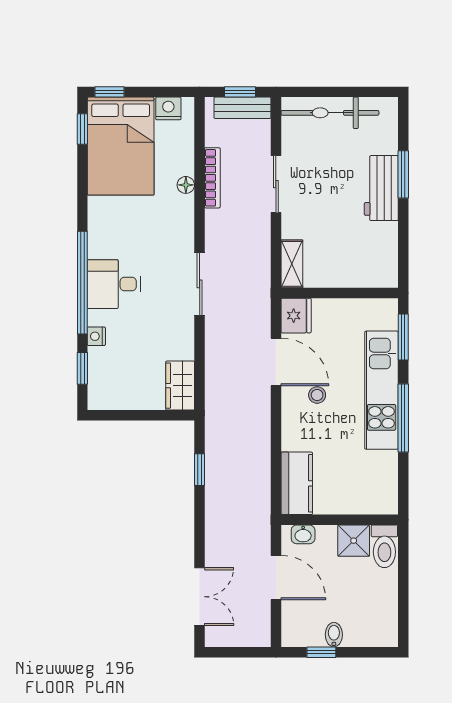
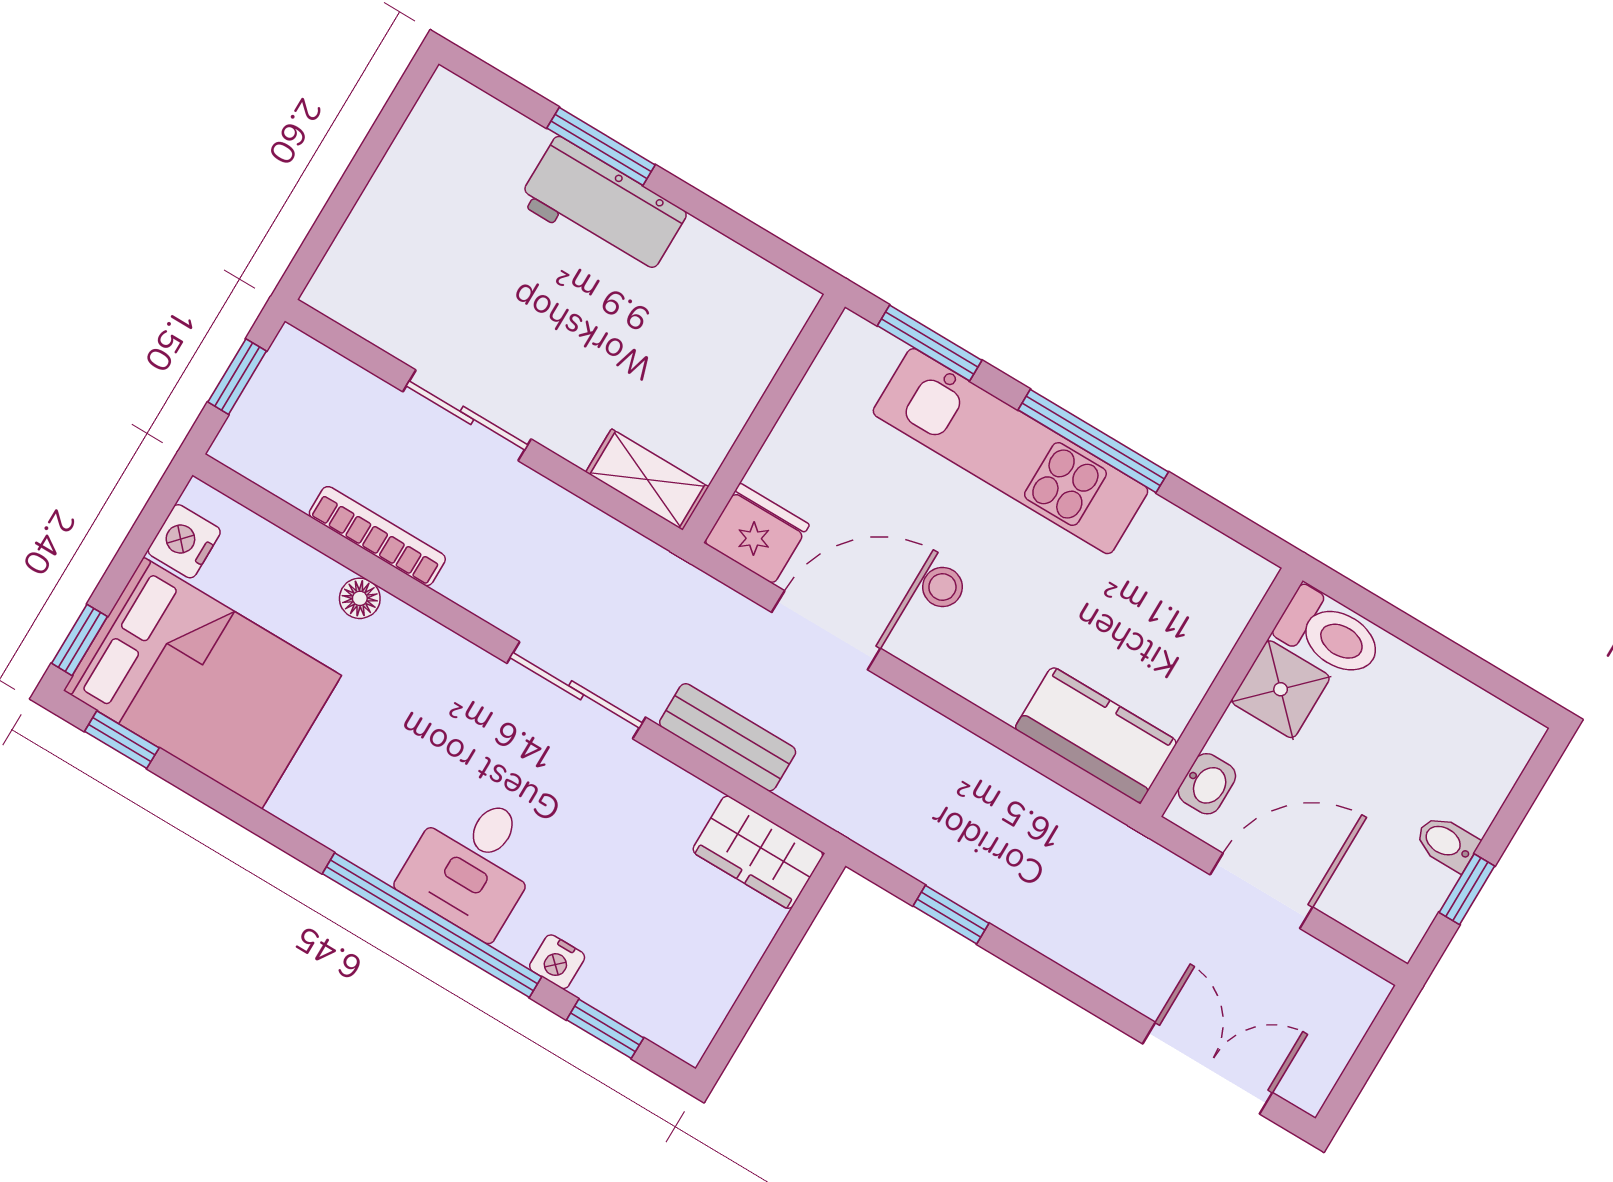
bench: (242, 108) -> (728, 737), moved, turned 90
bicycle: (330, 113) -> (388, 220), removed

